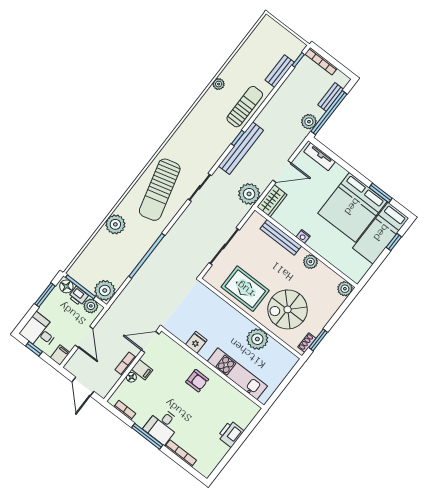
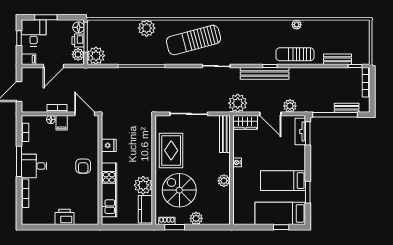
sun lounger: (245, 107) -> (295, 54), turned 180
plant: (309, 122) -> (290, 106), moved
window: (326, 151) -> (308, 133), added
bed: (352, 207) -> (283, 181), width x0.49
bench: (281, 237) -> (225, 134), moved
plant: (345, 289) -> (196, 218), moved
window: (45, 295) -> (46, 17), moved
kitchen counter: (281, 354) -> (145, 209), added

